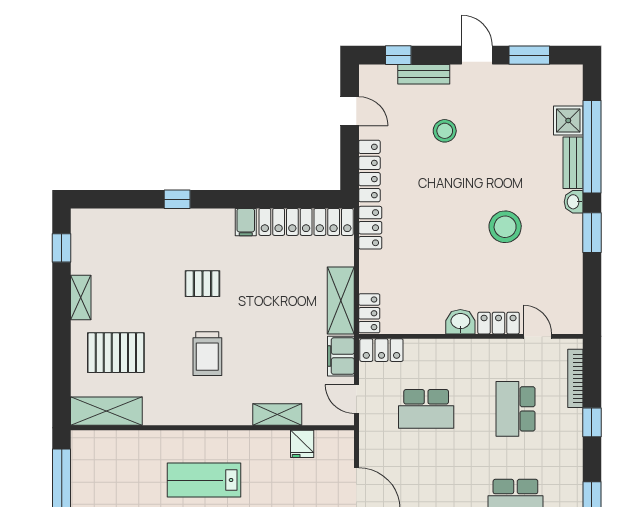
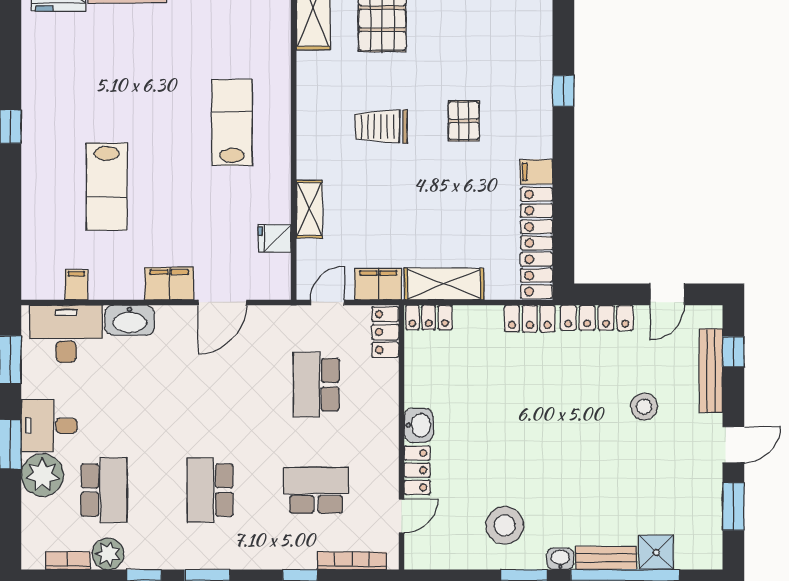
bench: (424, 74) -> (711, 371), width x1.36
stool: (505, 227) -> (505, 525), moved

